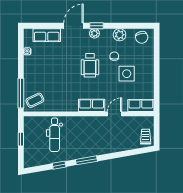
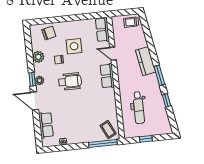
chair: (142, 37) -> (49, 33), moved
dental chair: (55, 135) -> (139, 108), turned 90
kitchen counter: (103, 147) -> (146, 61), added

